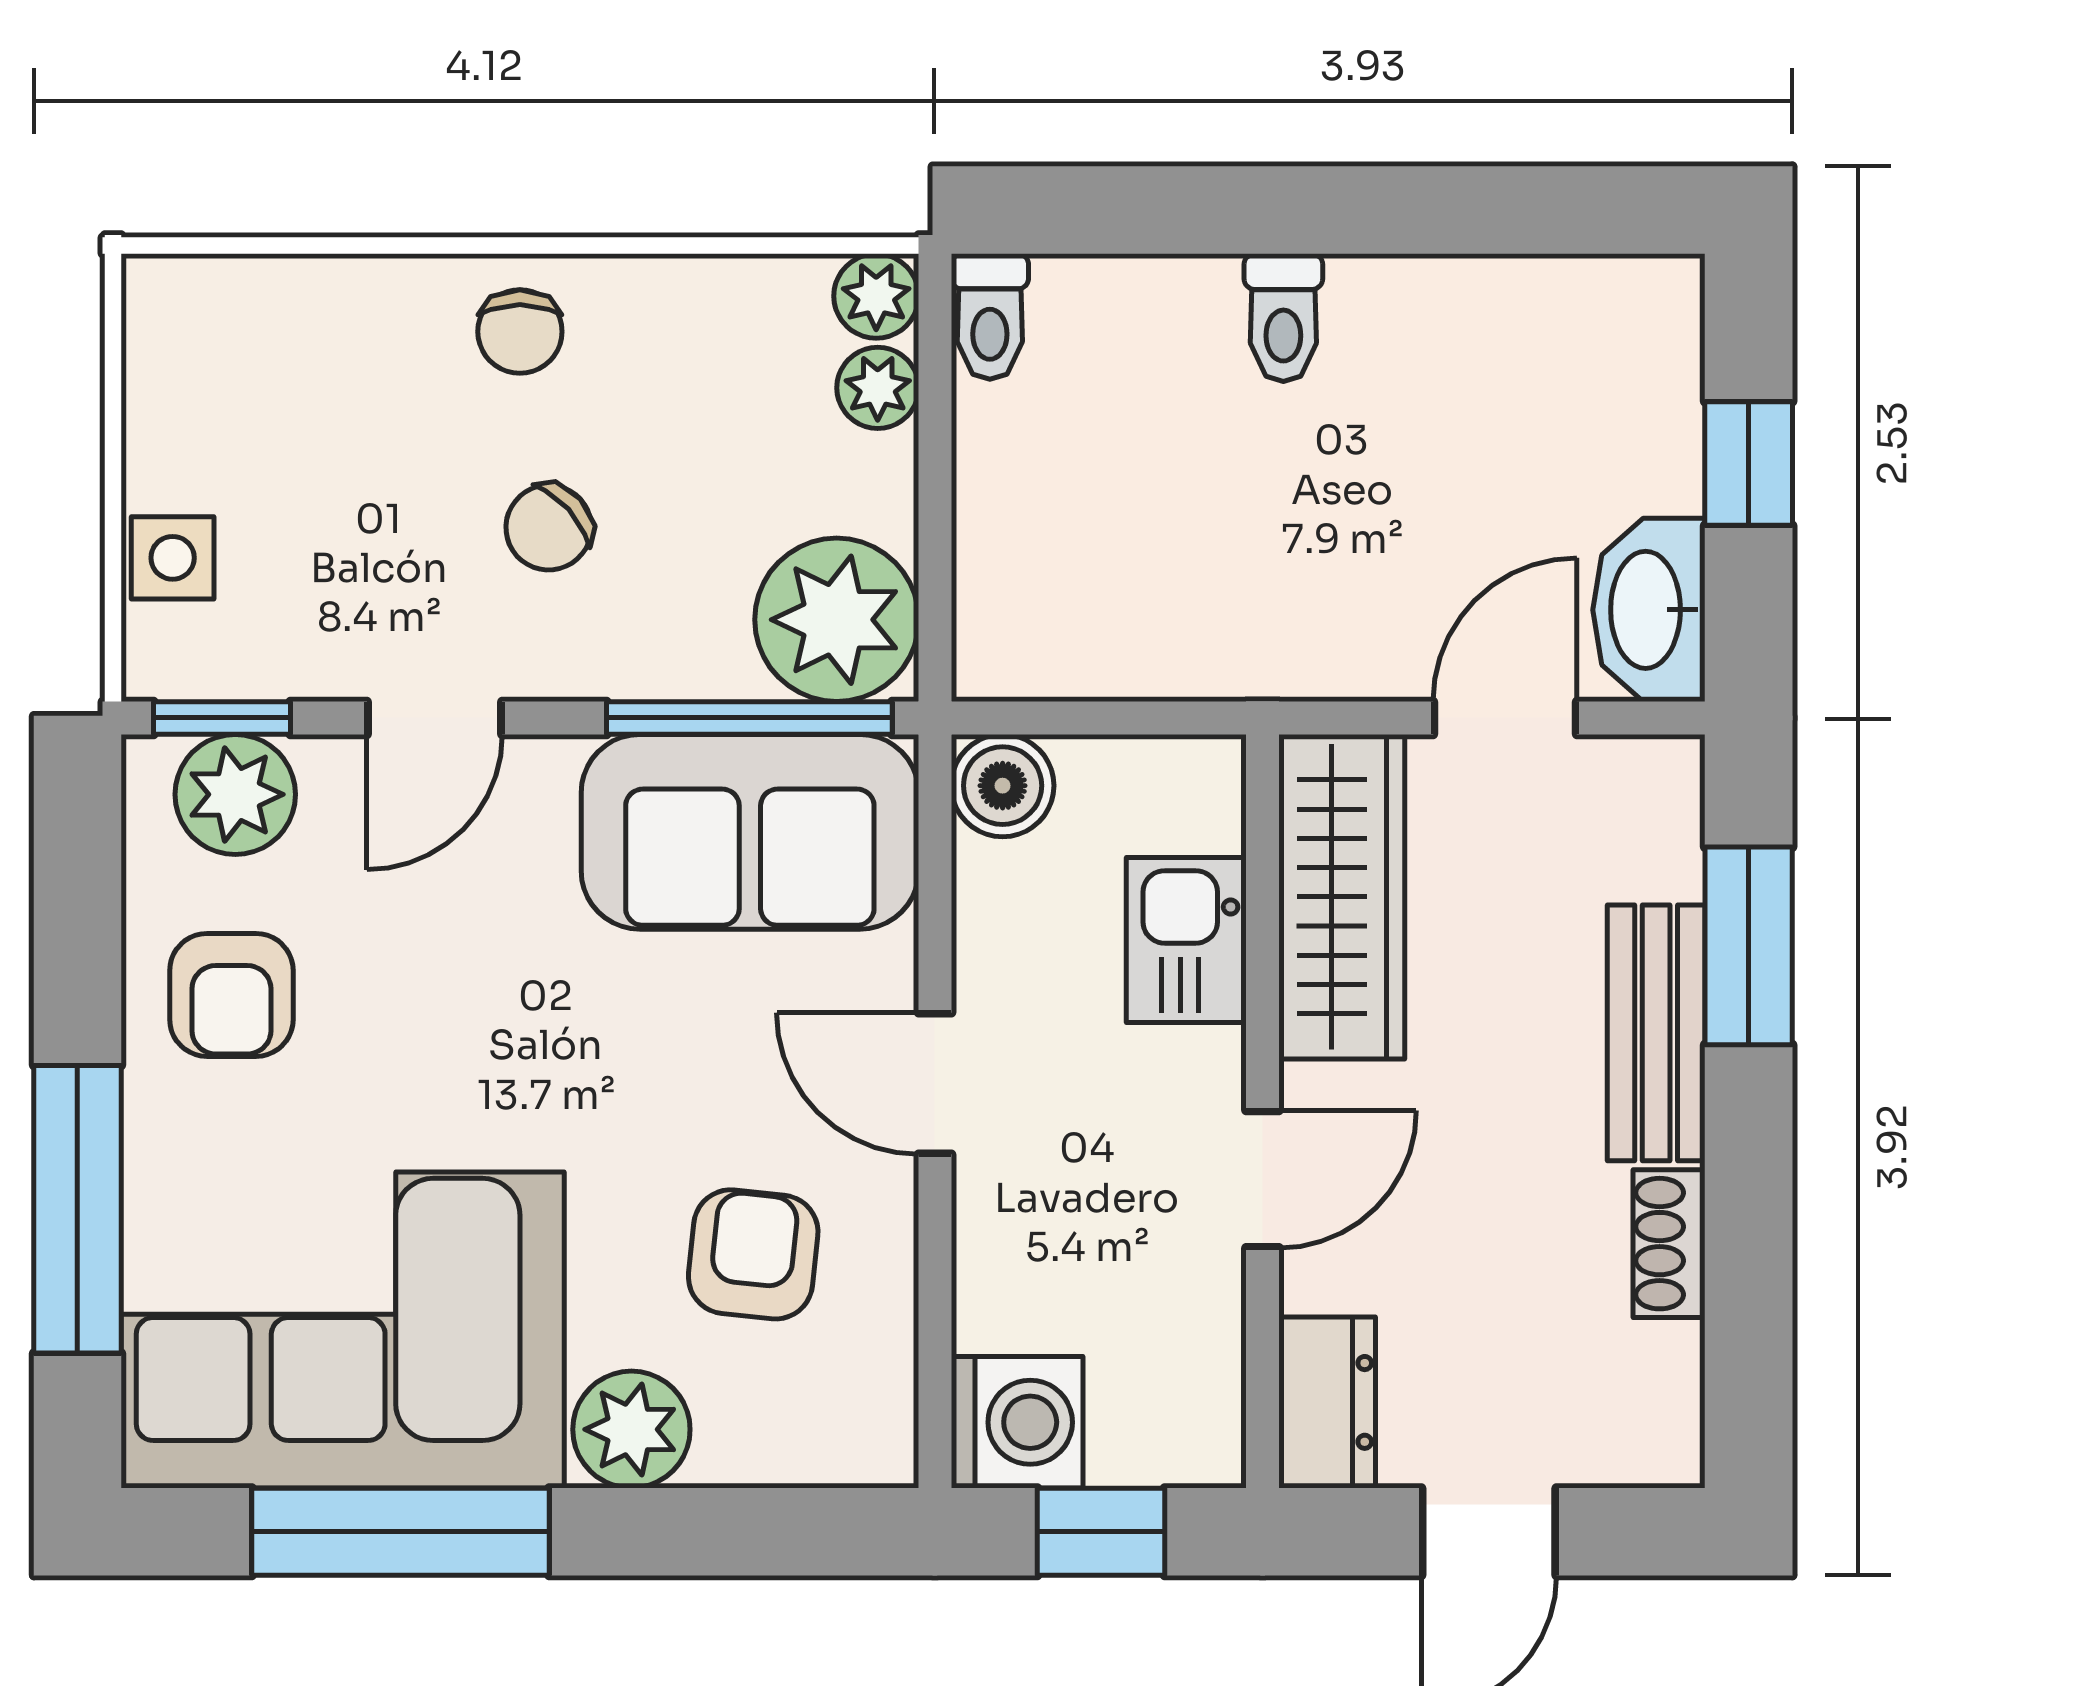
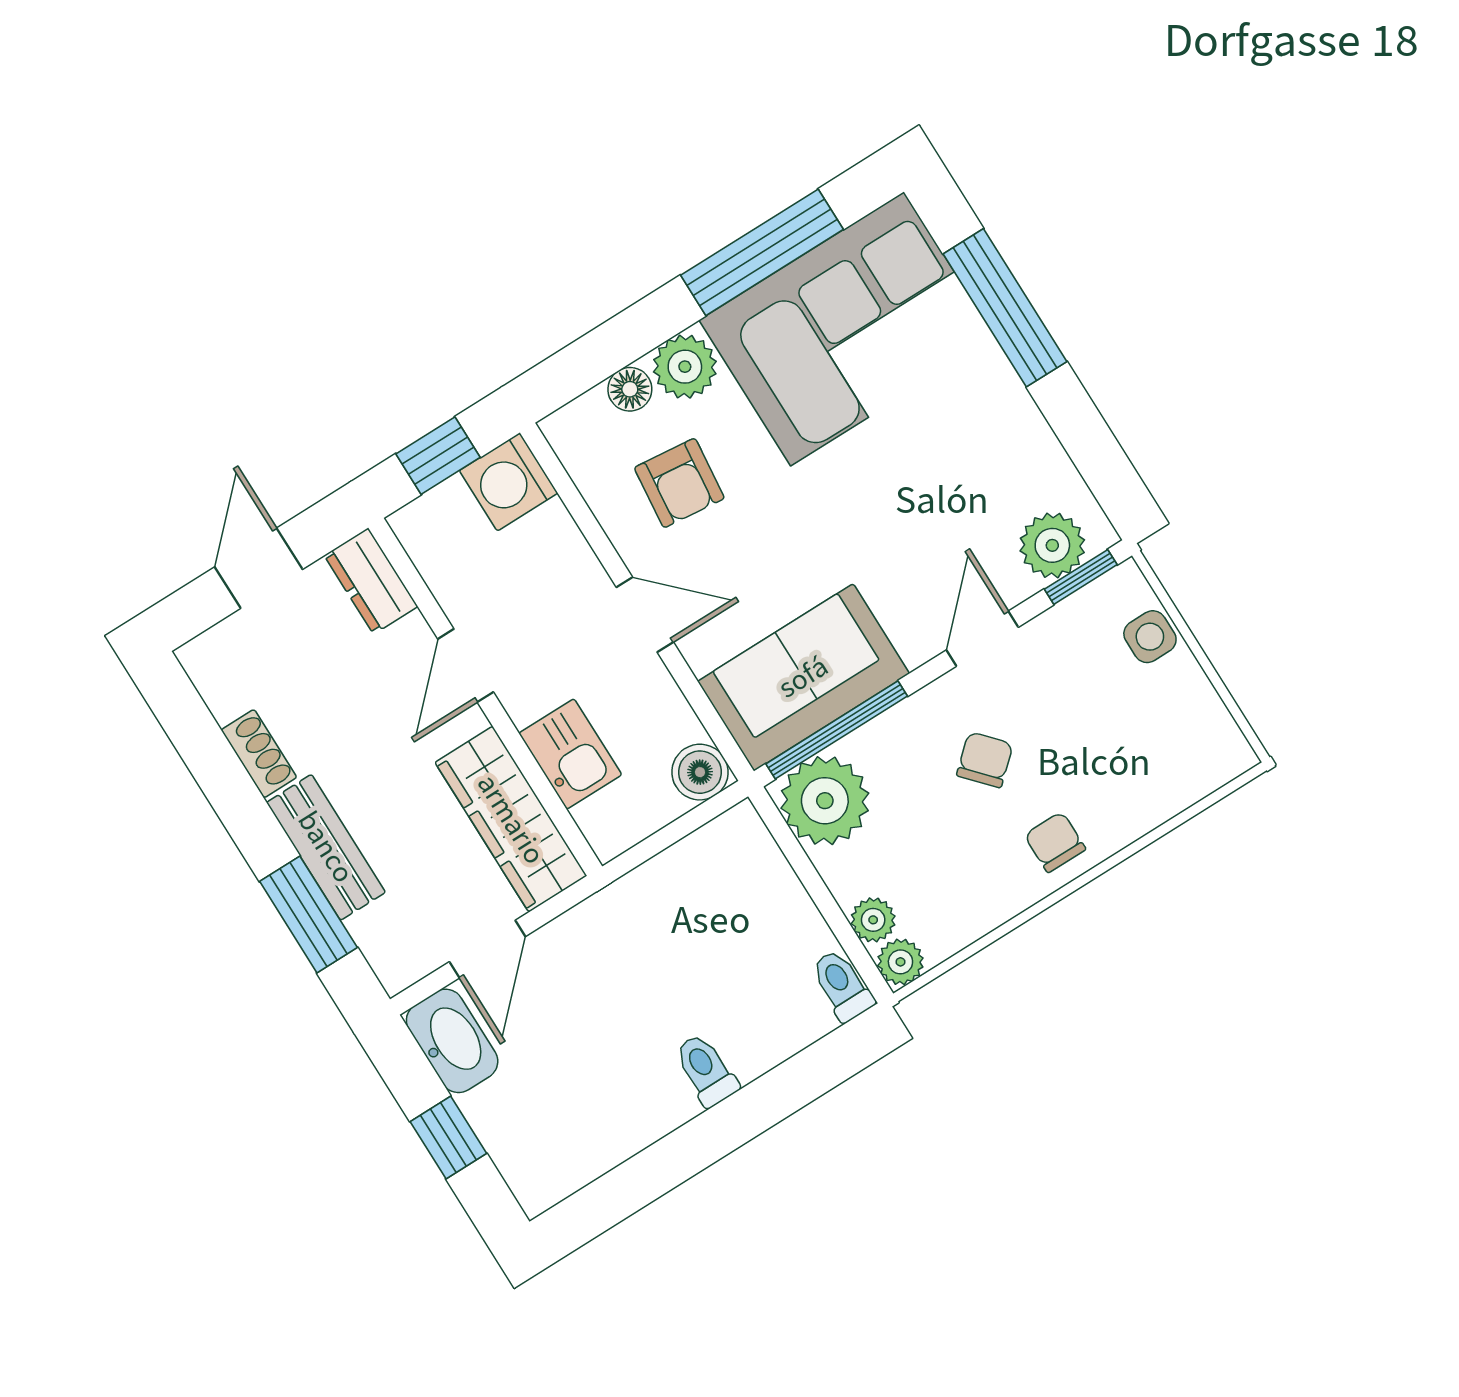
armchair: (231, 995) -> (996, 452), removed
floor lamp: (739, 1448) -> (630, 389), added

